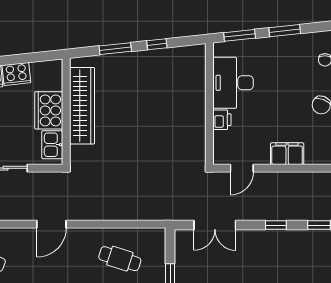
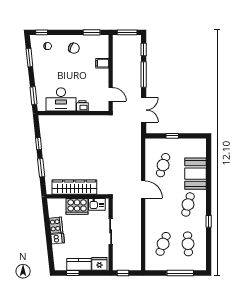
window: (285, 31) -> (29, 58), moved
filing cabinet: (287, 154) -> (102, 63), width x0.50
door: (51, 224) -> (143, 190), moved
window: (276, 225) -> (144, 75), width x2.17

